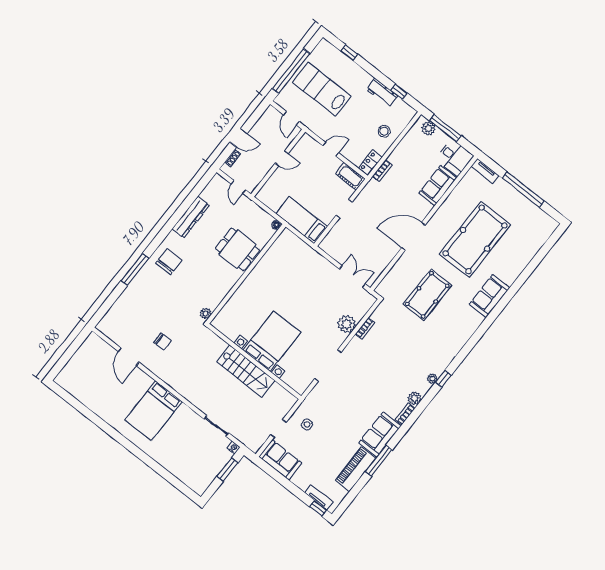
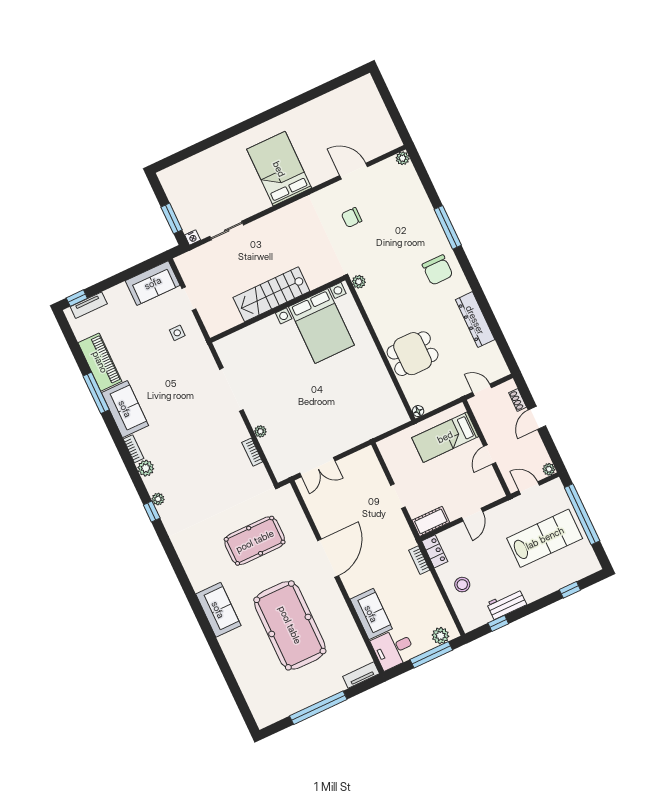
plant: (271, 111) -> (549, 469), added
bed: (302, 220) -> (445, 437), moved, turned 180
pool table: (427, 295) -> (255, 541), turned 90
plant: (347, 324) -> (260, 431), width x0.53, depth x0.53
plant: (102, 326) -> (403, 158), added
bed with nightstands: (272, 341) -> (321, 326), moved

